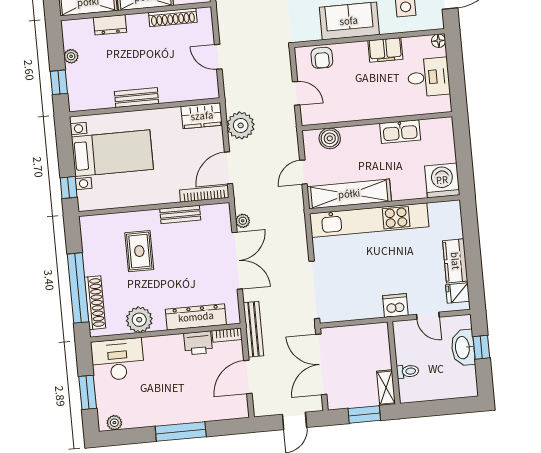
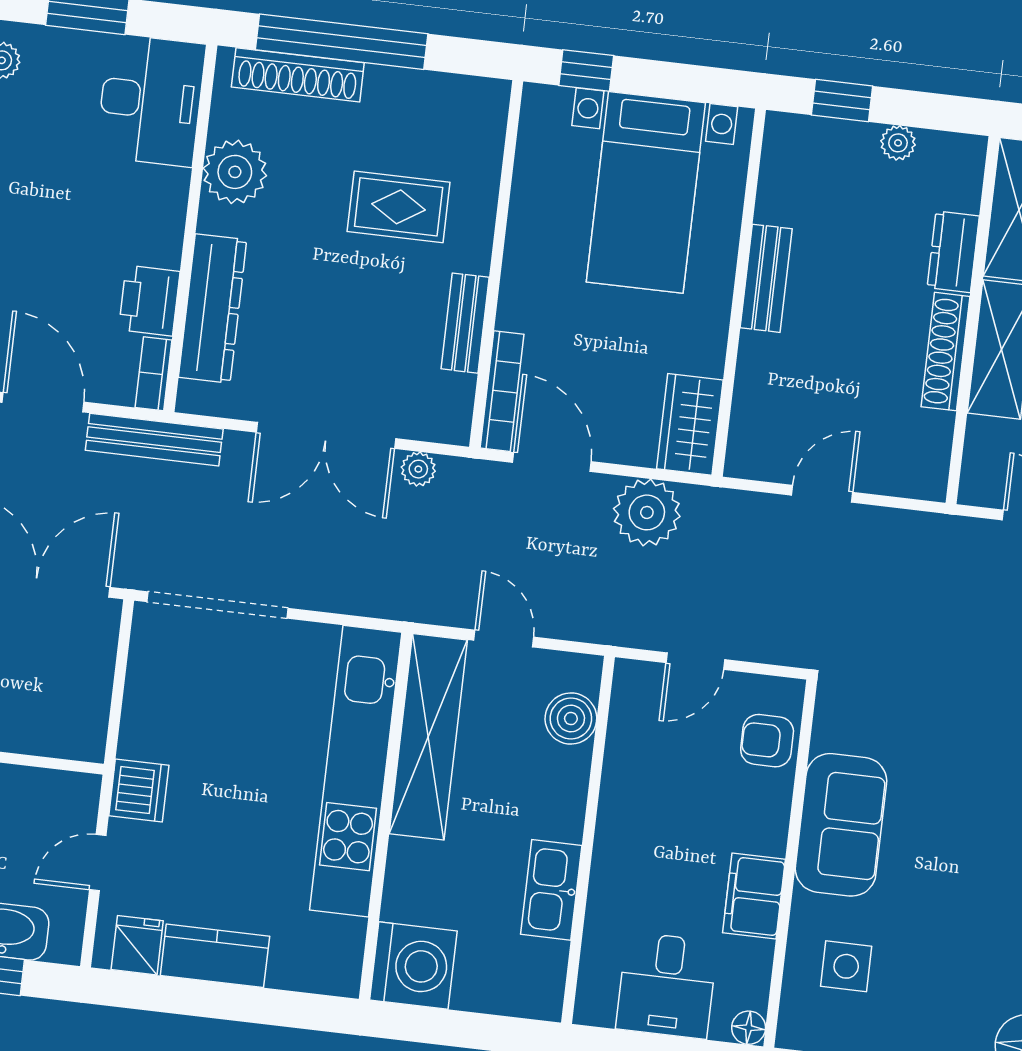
shoe rack: (173, 17) -> (945, 352), moved

